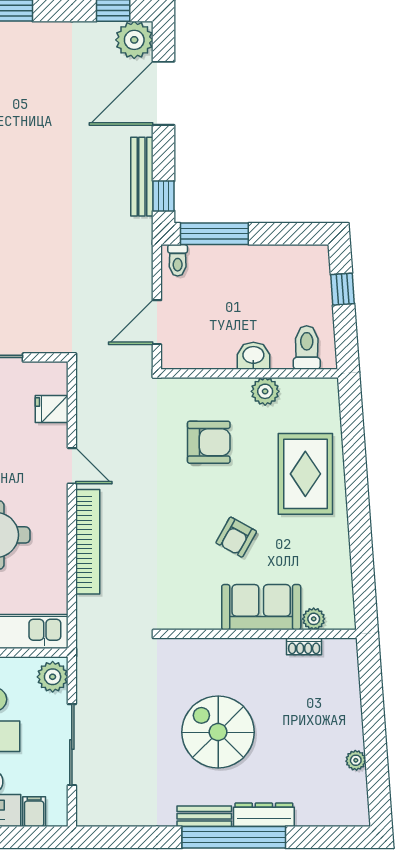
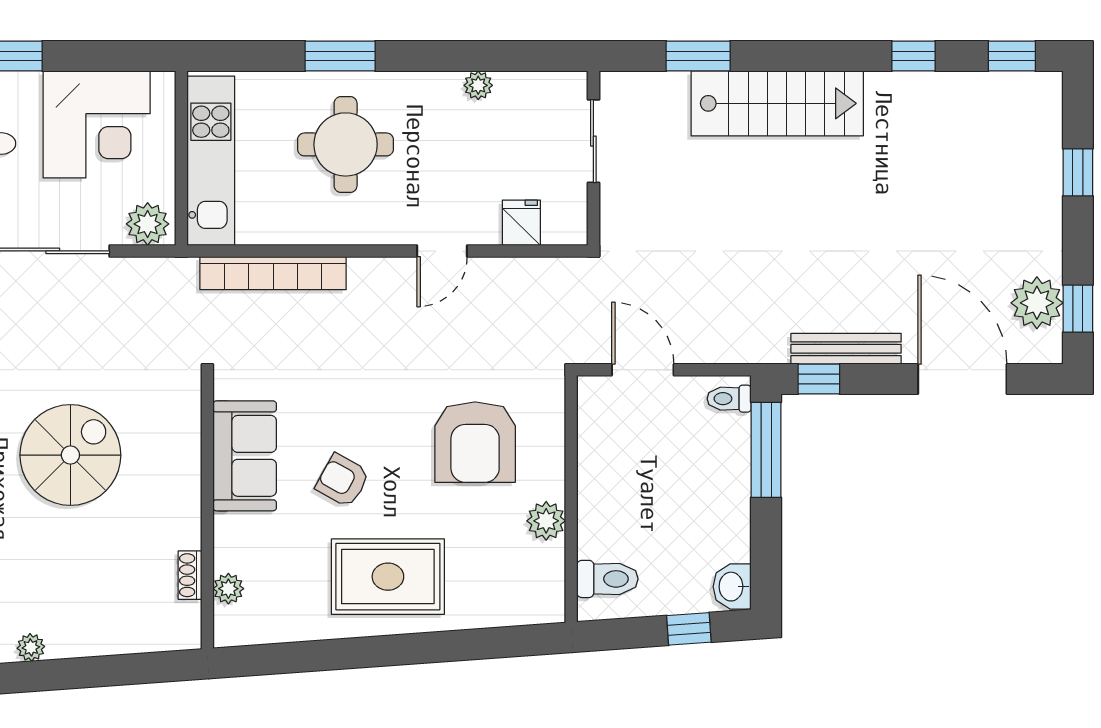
plant: (134, 40) -> (1037, 303), moved
washbasin: (253, 356) -> (732, 587), moved, turned 180
armchair: (209, 442) -> (475, 442), width x1.36, depth x1.36
rug: (305, 474) -> (388, 577), moved
bookcase: (88, 542) -> (273, 273), moved
sofa: (261, 607) -> (245, 456), moved

